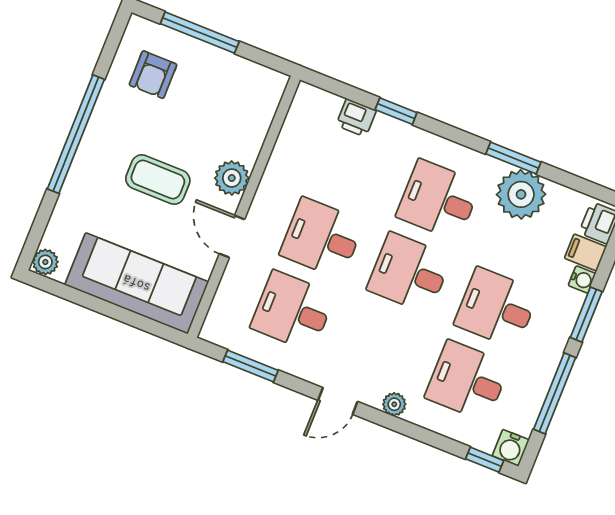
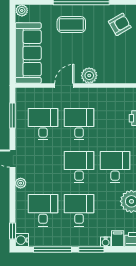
armchair: (153, 75) -> (120, 24), turned 150
coffee table: (158, 180) -> (71, 25), moved, turned 90

